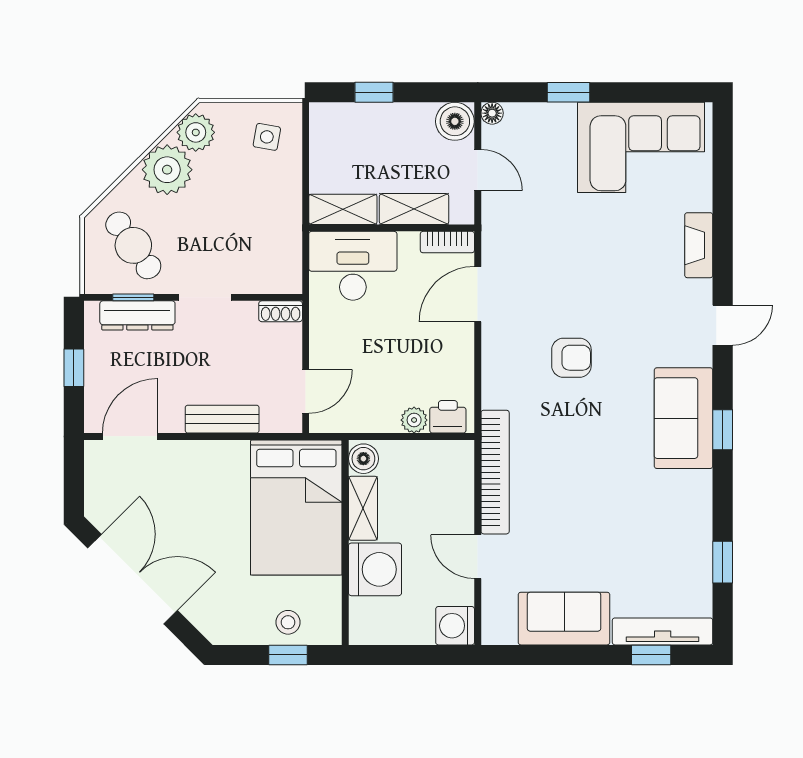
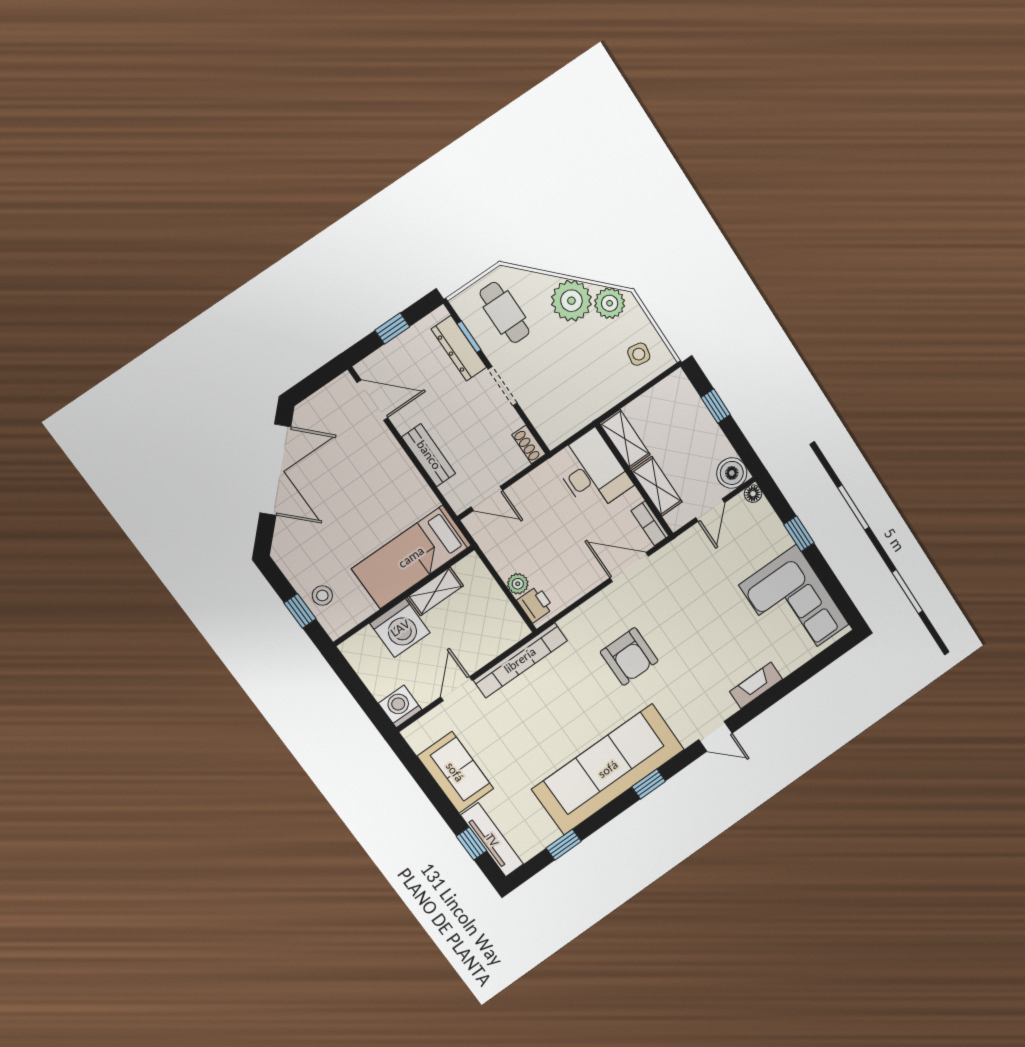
cafe table: (133, 245) -> (505, 312), turned -55
armchair: (571, 358) -> (629, 657), width x1.38, depth x1.38
sofa: (684, 418) -> (608, 769), width x1.85, depth x1.27
boiler: (363, 459) -> (469, 569), removed
bed: (296, 507) -> (411, 557), width x0.67

